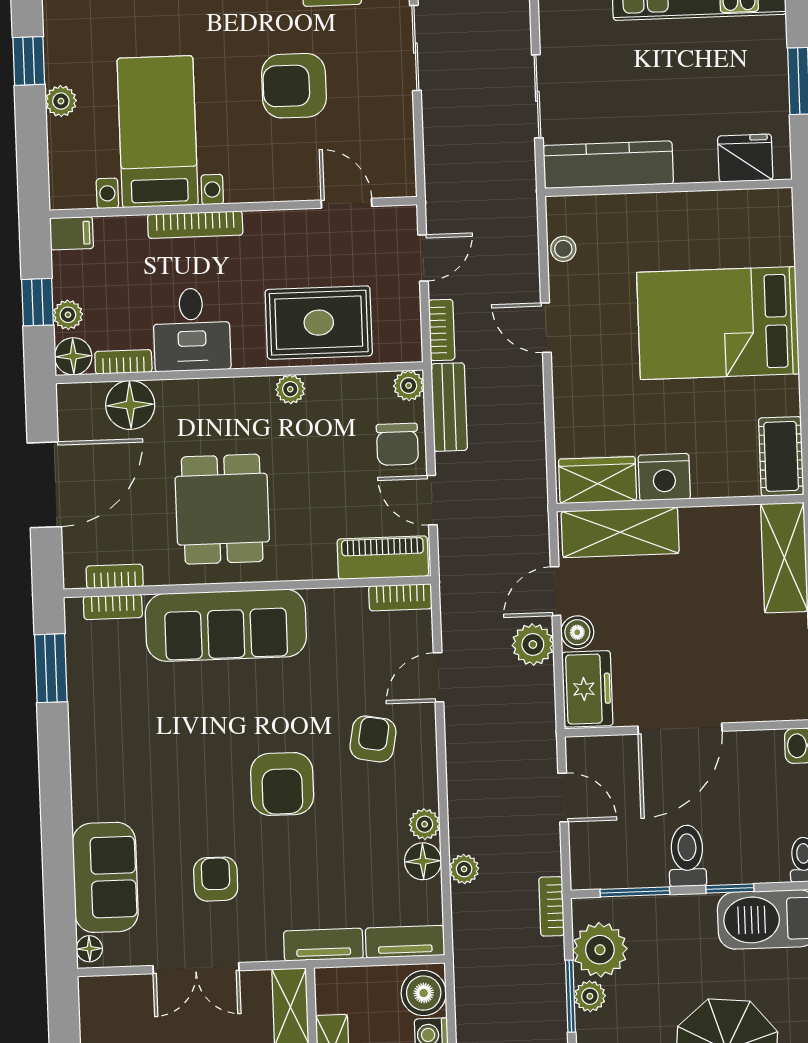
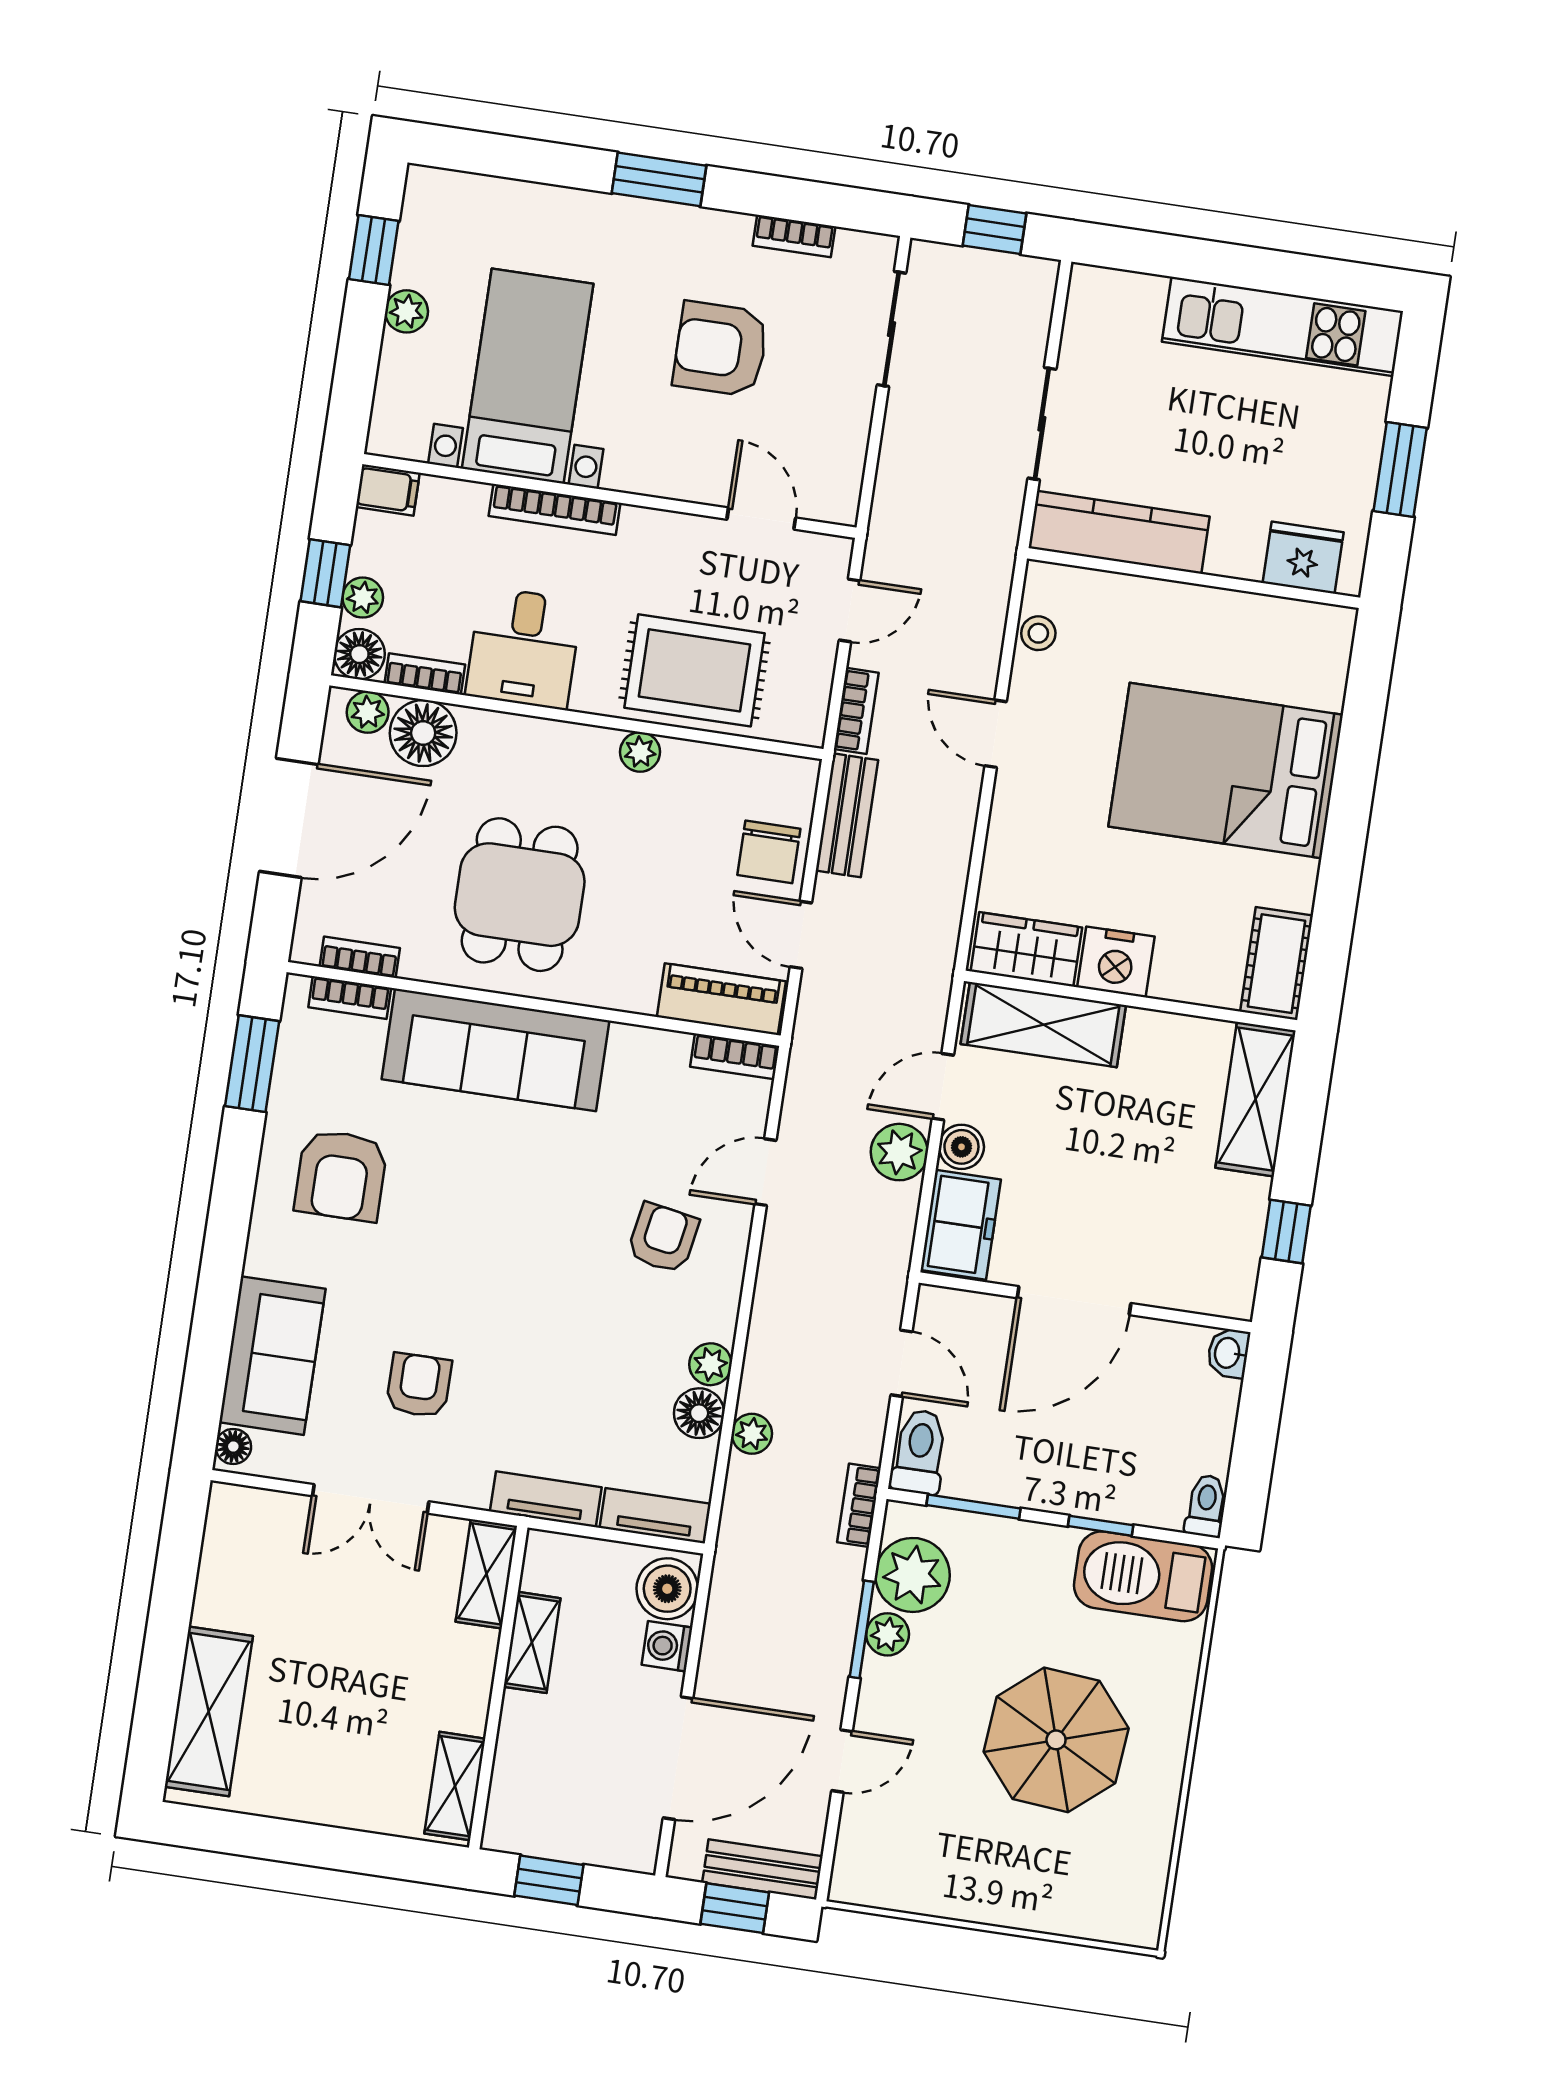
plant: (409, 386) -> (368, 712), moved
armchair: (282, 784) -> (341, 1175), moved
toilet: (687, 856) -> (919, 1452), moved

